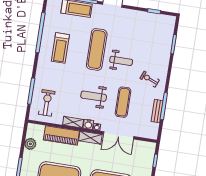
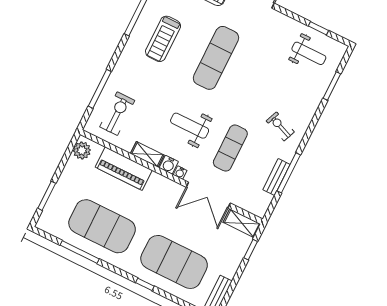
weight bench: (121, 61) -> (309, 53), moved
shelving: (90, 138) -> (242, 223), moved
plant: (30, 144) -> (82, 150), moved

